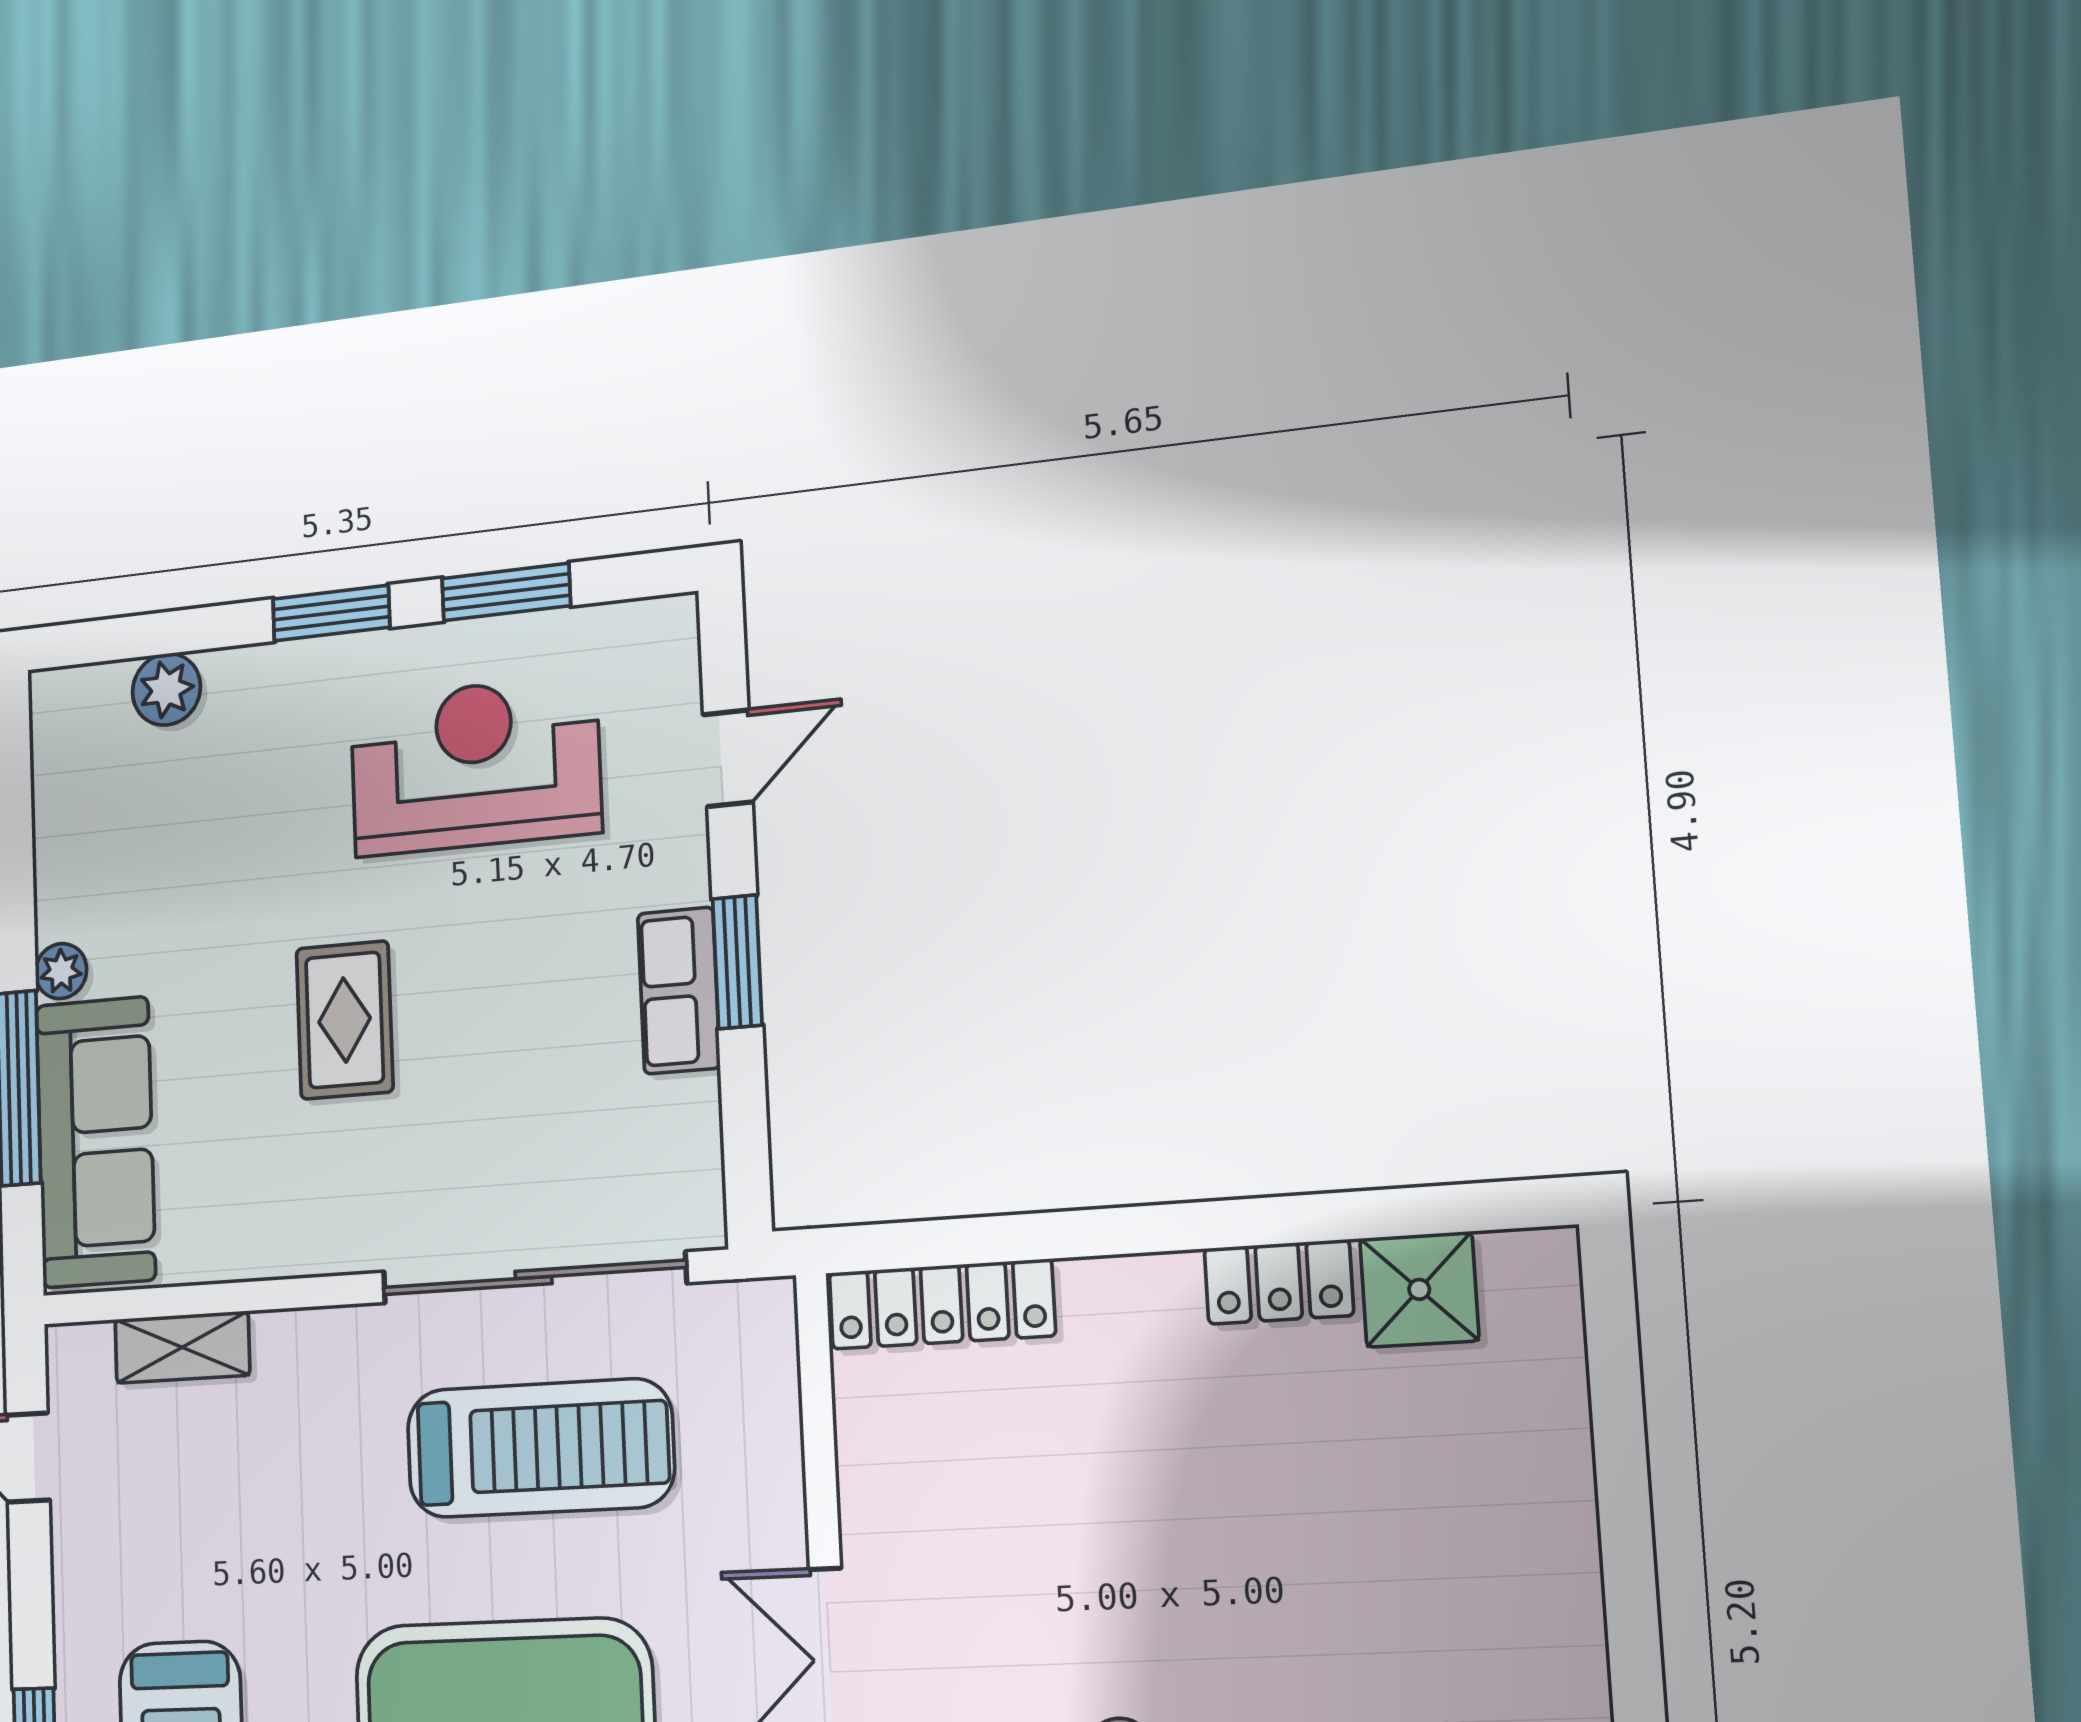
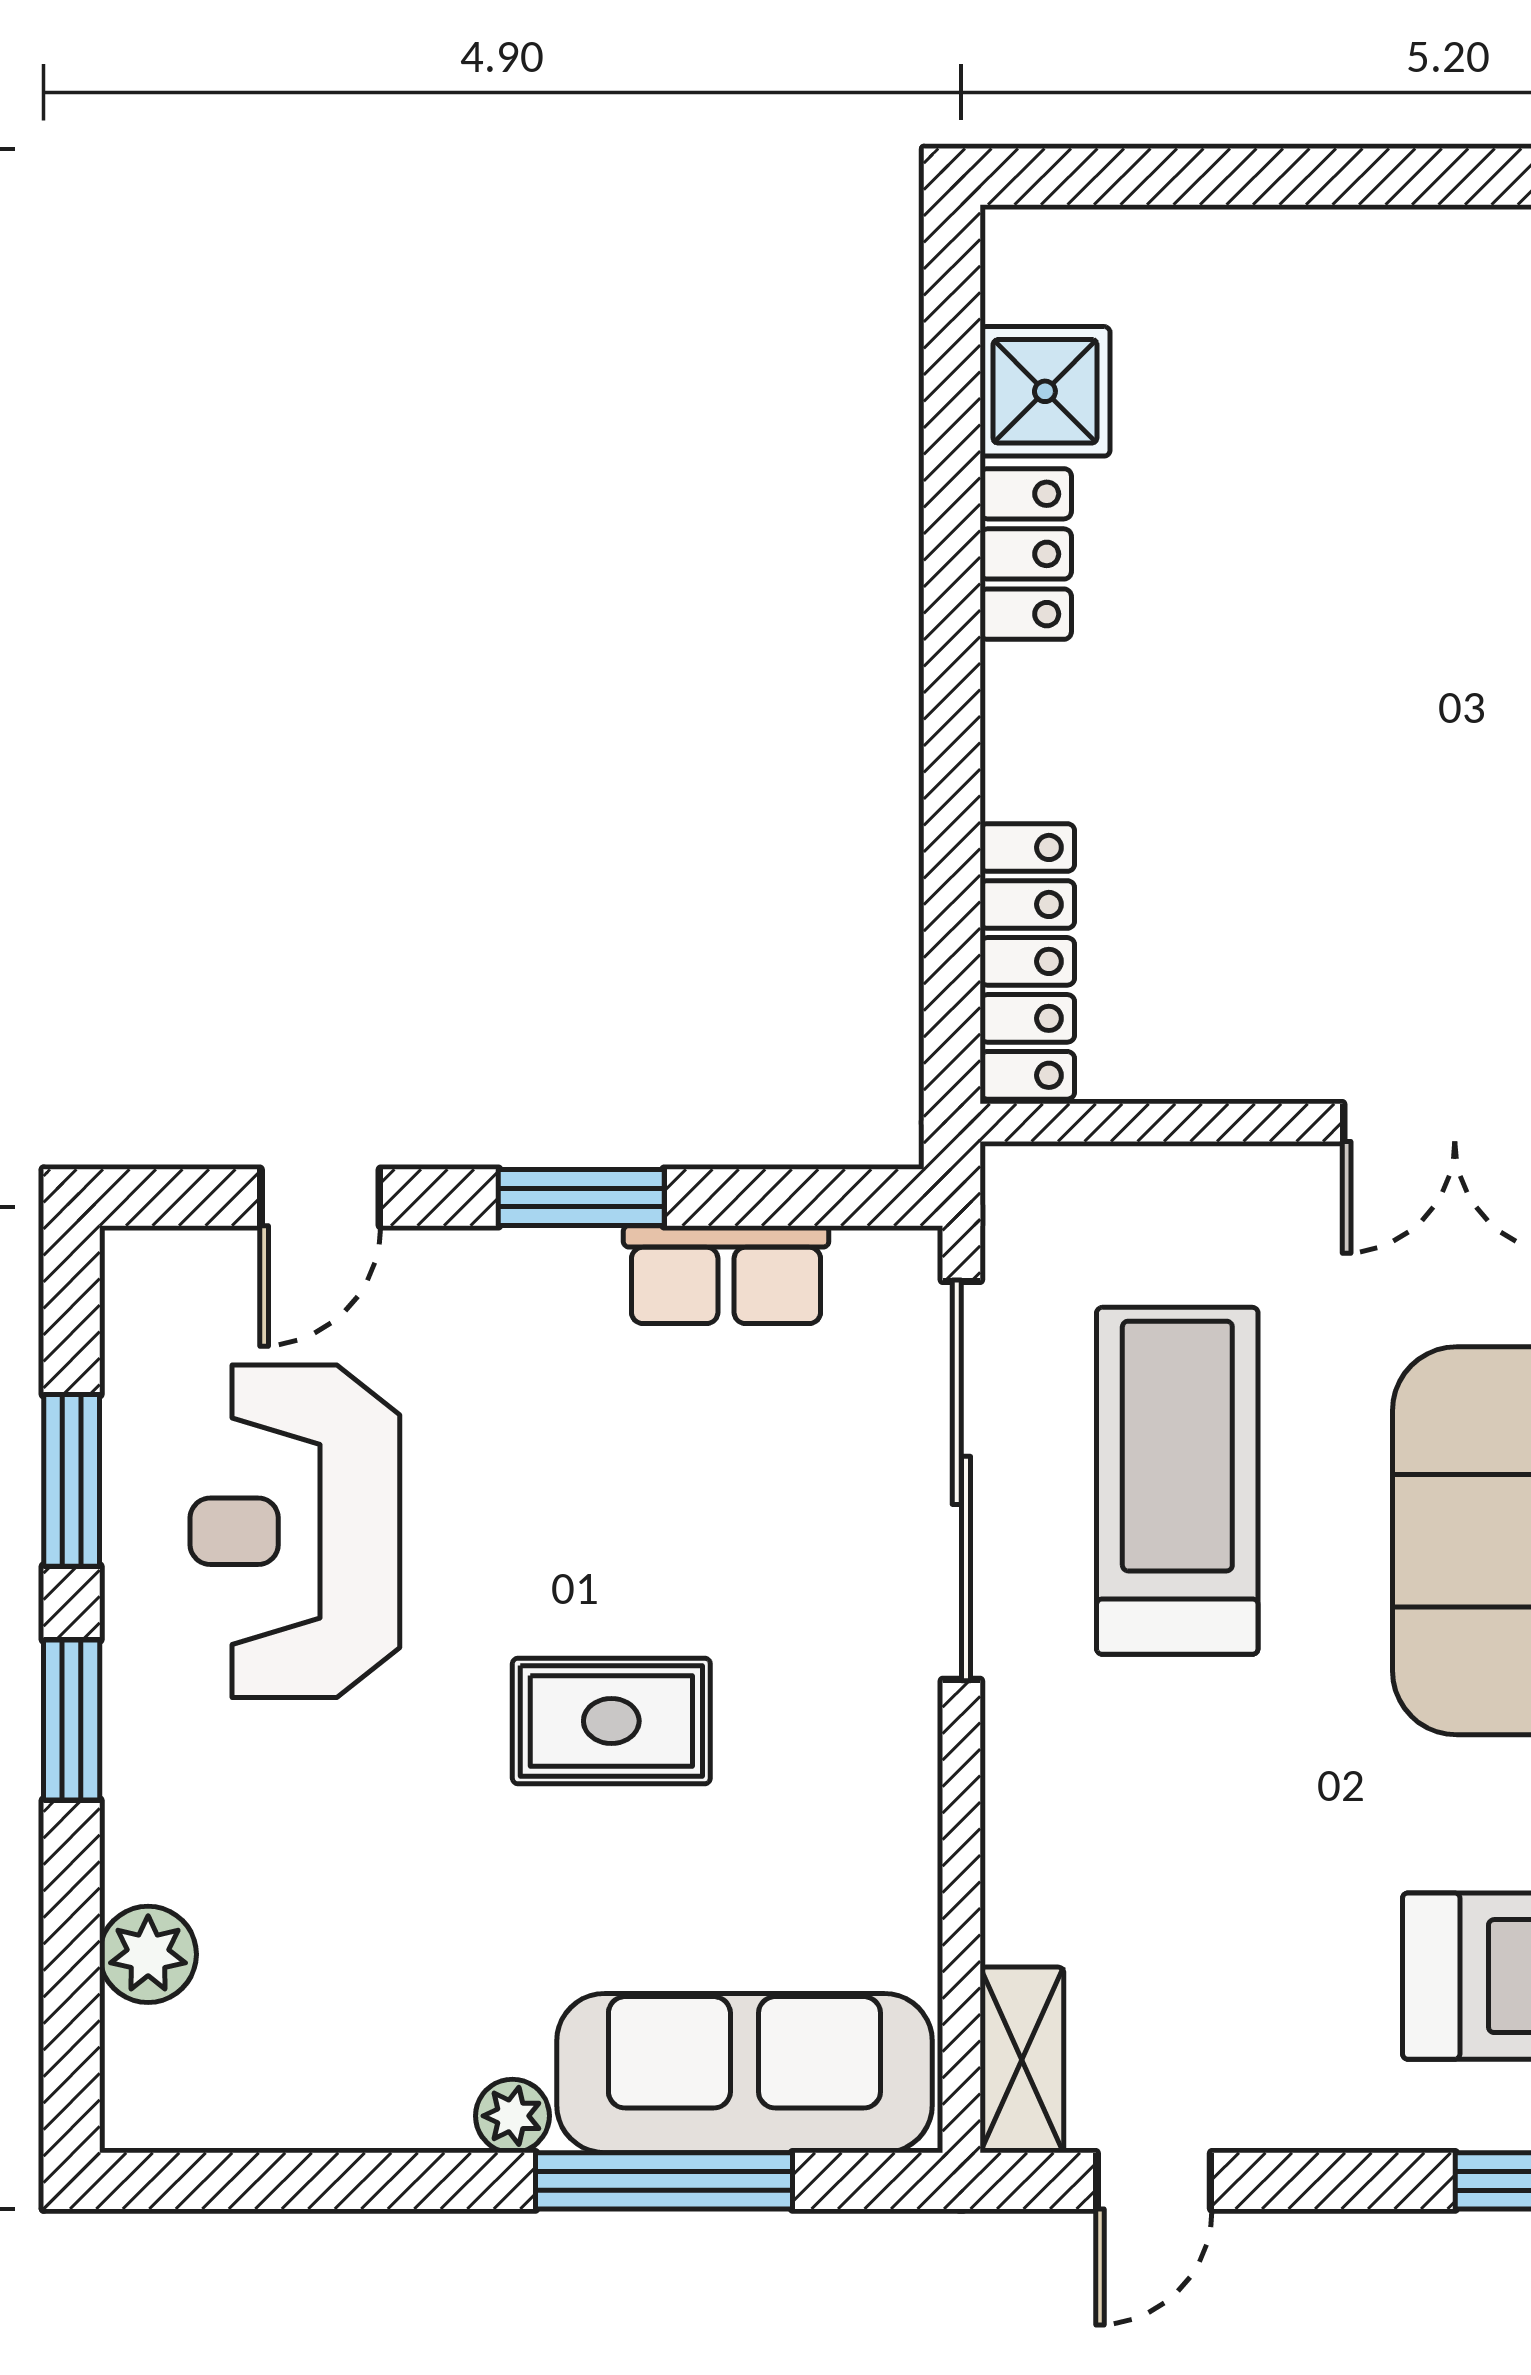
door: (728, 758) -> (320, 1197), swing flipped
row of seats: (679, 991) -> (726, 1275), moved
shelving: (182, 1347) -> (1022, 2060), moved

